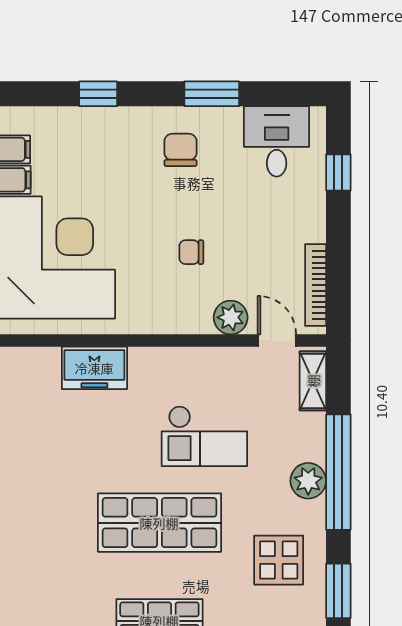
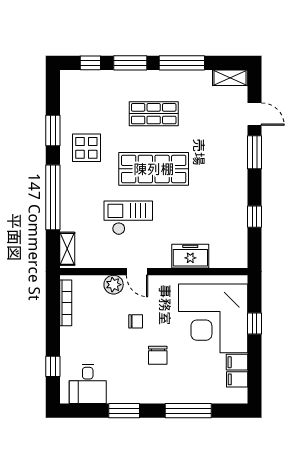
window: (98, 94) -> (188, 411), width x2.17
chair: (181, 150) -> (158, 355), moved
door: (277, 341) -> (137, 272), moved
plant: (308, 481) -> (70, 193), removed

